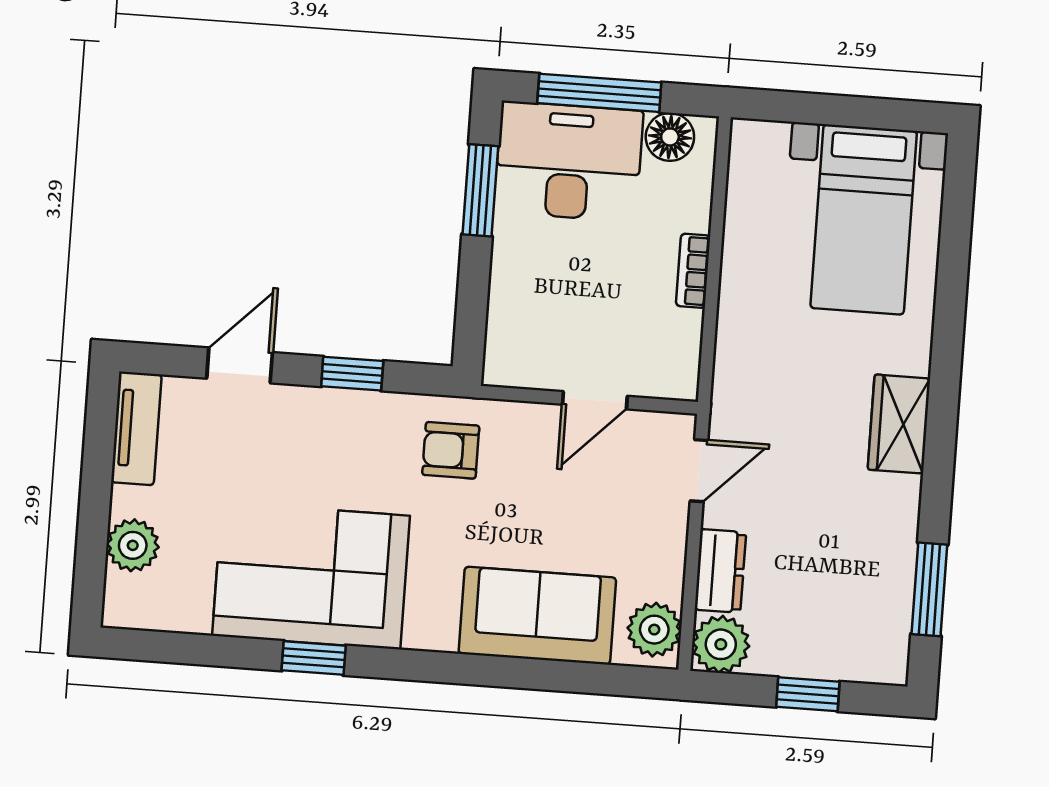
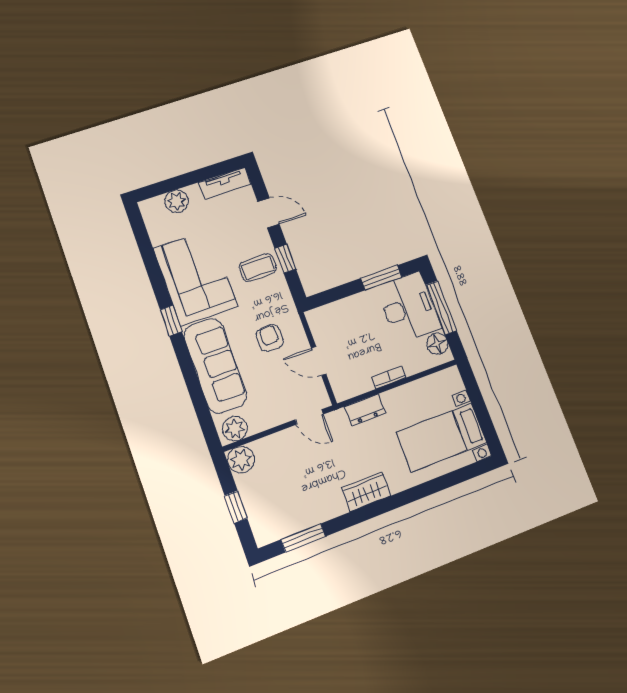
coffee table: (346, 439) -> (258, 268), added
armchair: (451, 450) -> (270, 338), moved
dresser: (720, 571) -> (365, 410), moved
sofa: (537, 616) -> (215, 366), width x1.36
window: (314, 658) -> (171, 321), moved

